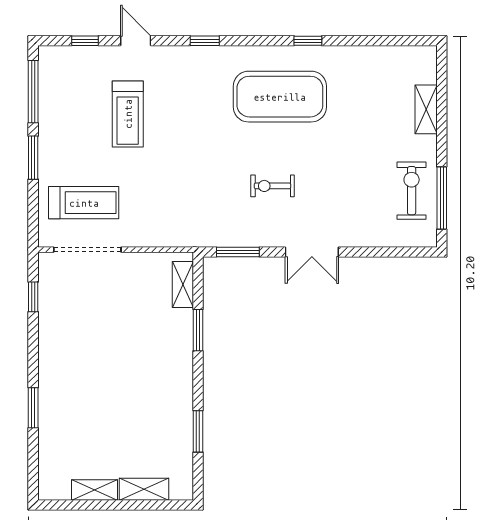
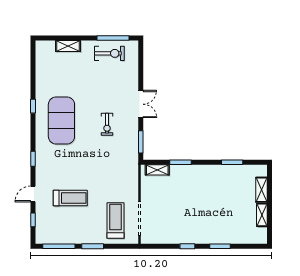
exercise bike: (412, 191) -> (109, 53), turned 180
window: (33, 297) -> (187, 246), moved

